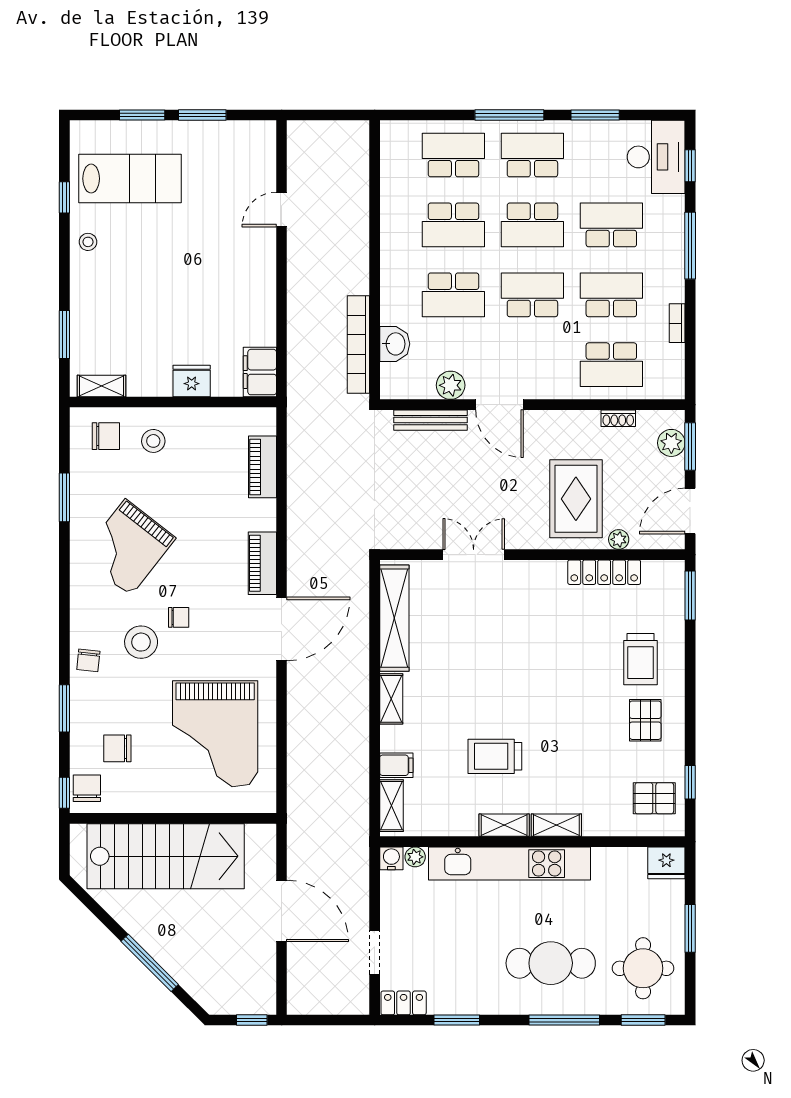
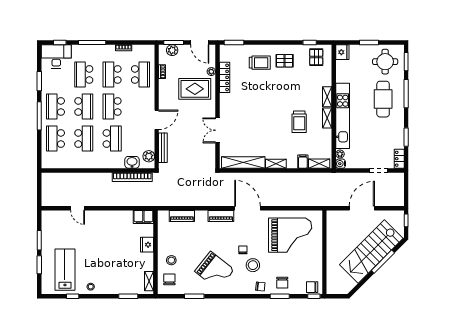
plant: (451, 385) -> (149, 156), moved
chair: (117, 748) -> (282, 283), moved
stairs: (166, 856) -> (371, 252), moved, turned -135

